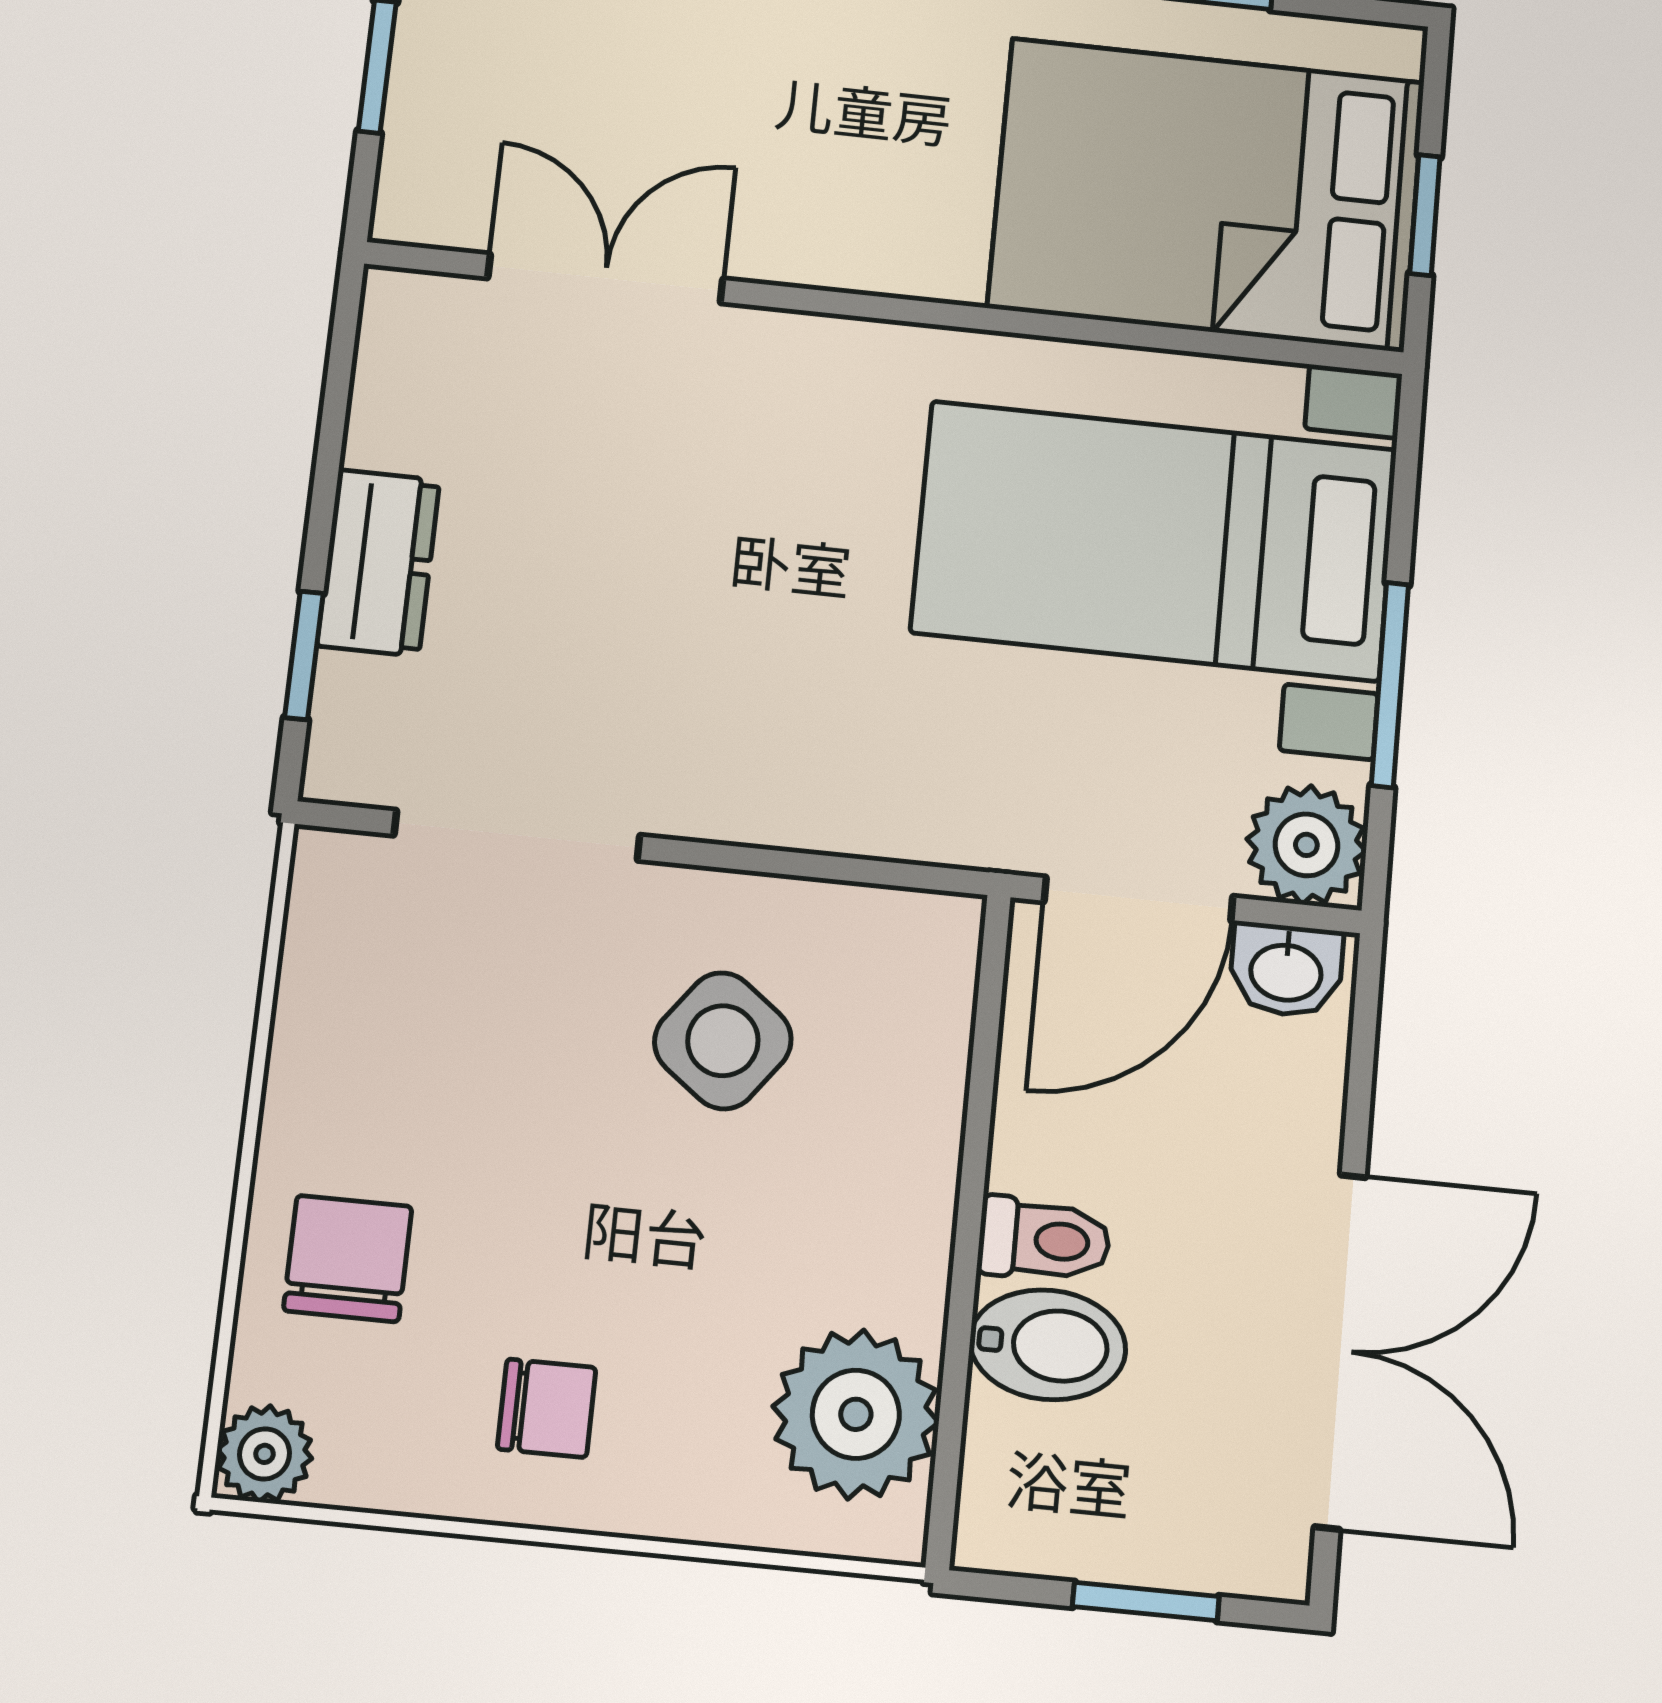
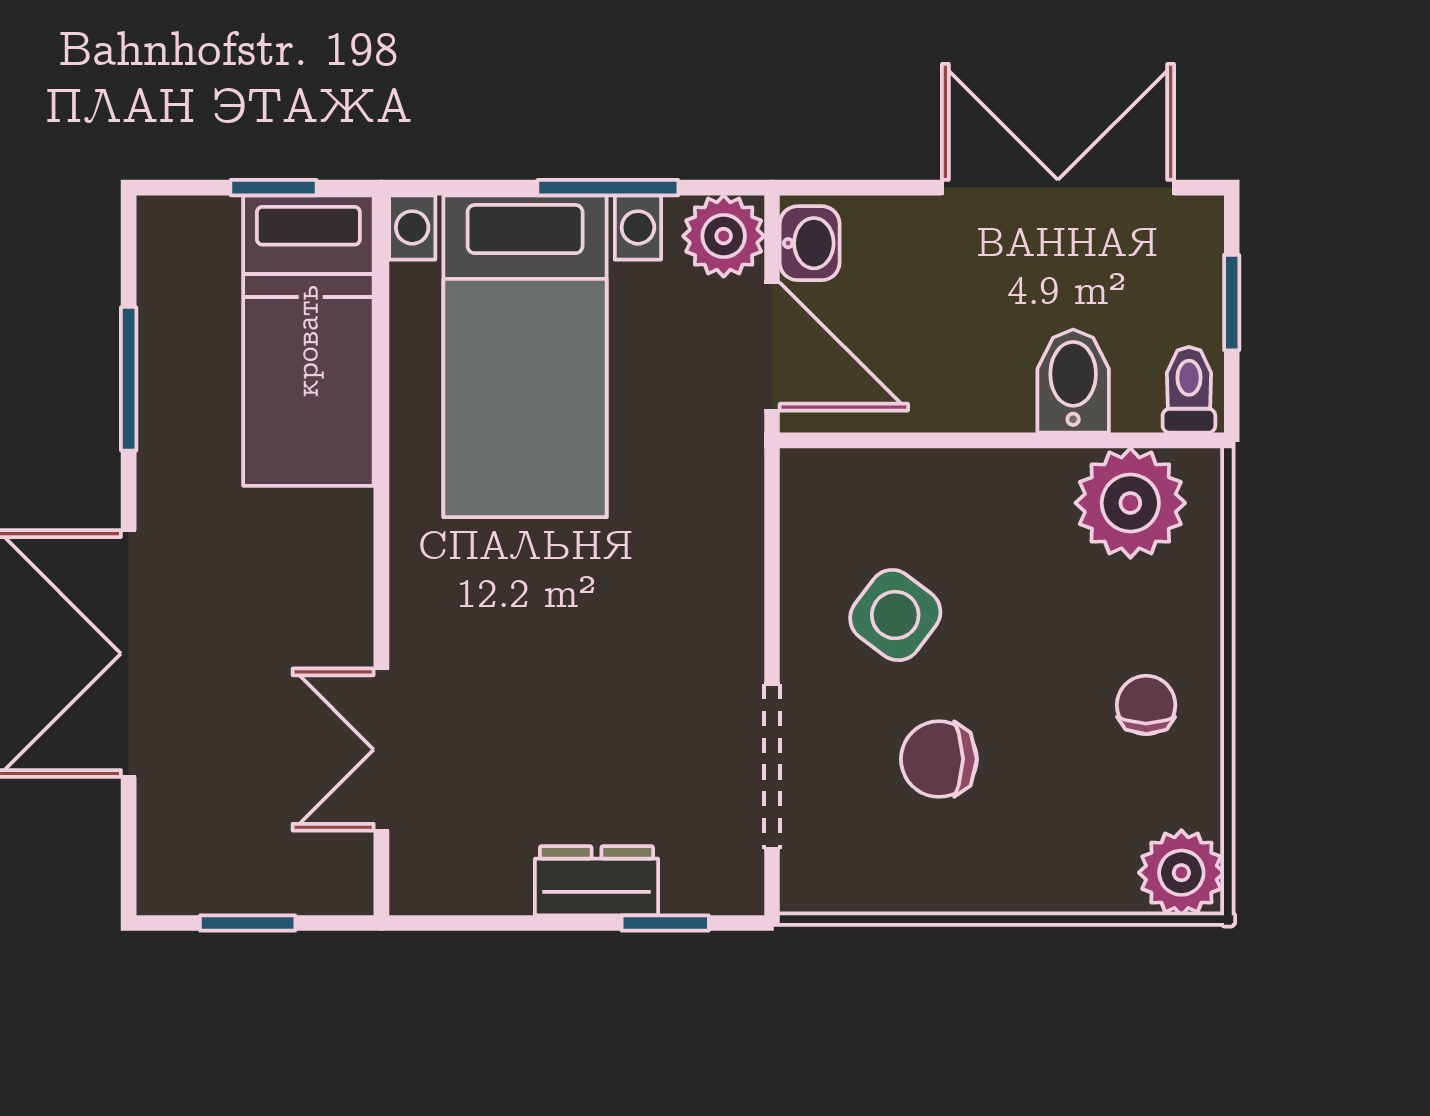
bed: (1207, 195) -> (308, 341), width x0.67
toilet: (1044, 1240) -> (1189, 390), moved
chair: (348, 1259) -> (939, 759), moved
plant: (264, 1454) -> (1181, 873), width x1.38, depth x1.38

